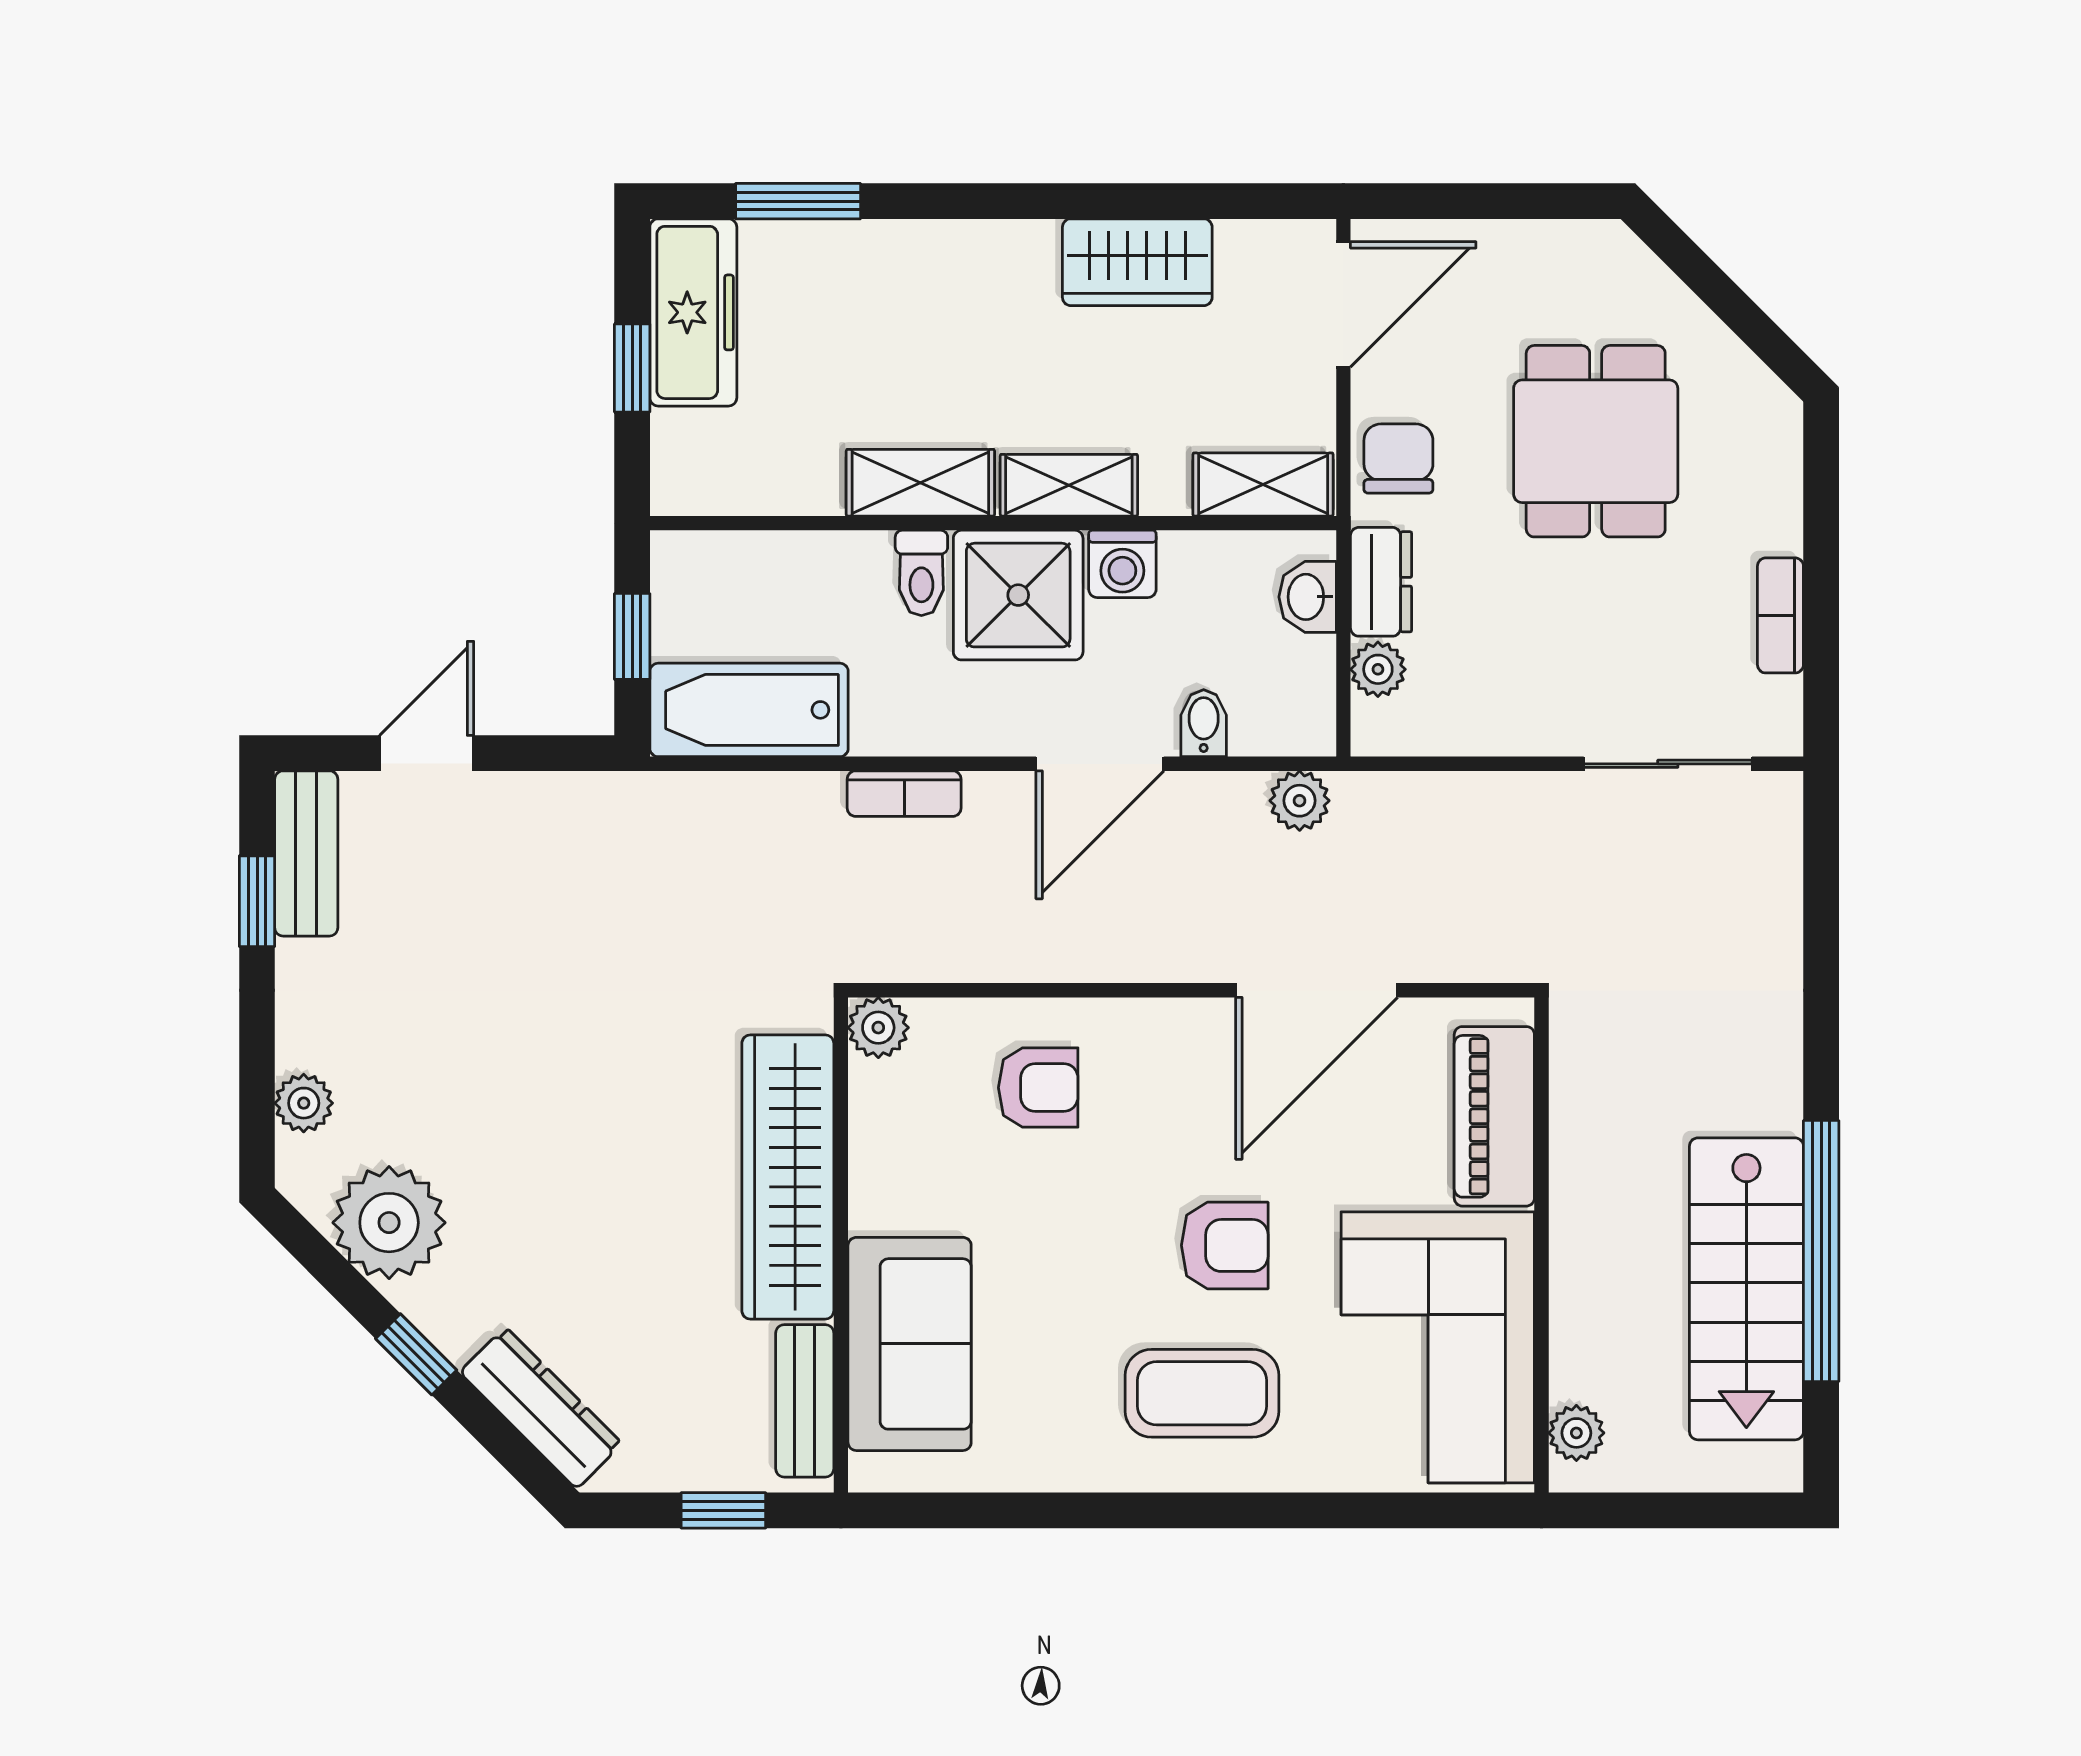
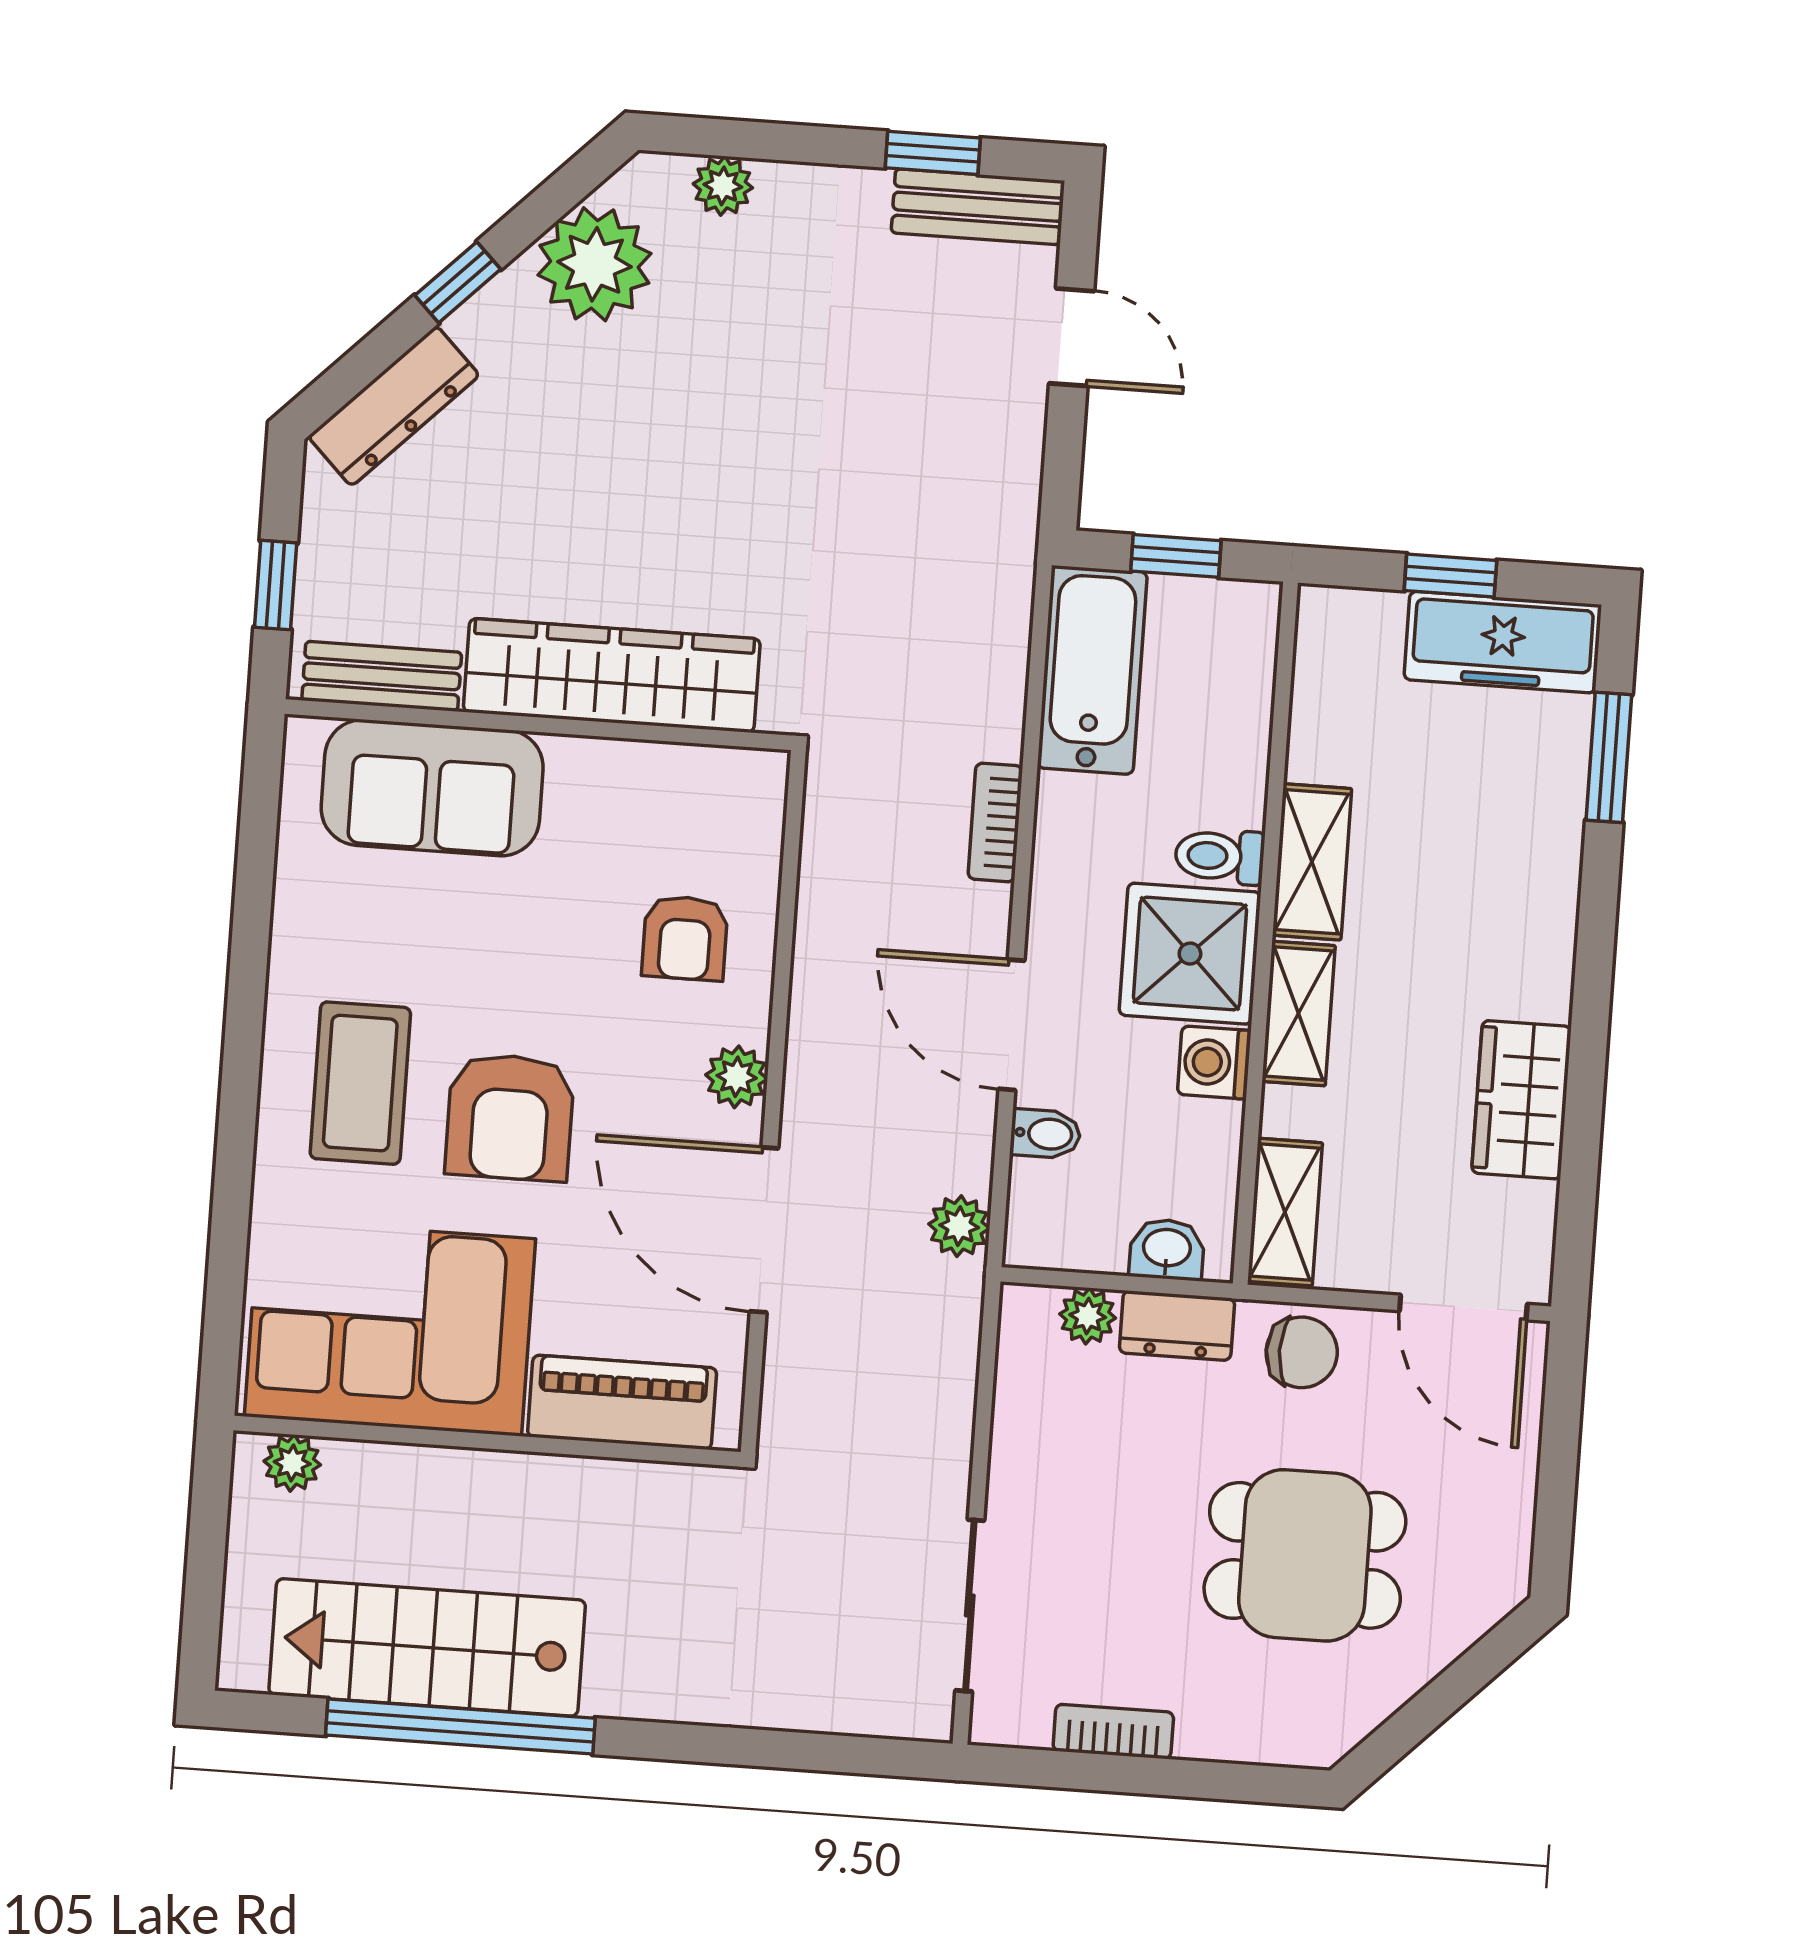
plant: (878, 1028) -> (737, 1077), moved
armchair: (1225, 1245) -> (510, 1117), width x1.38, depth x1.38

